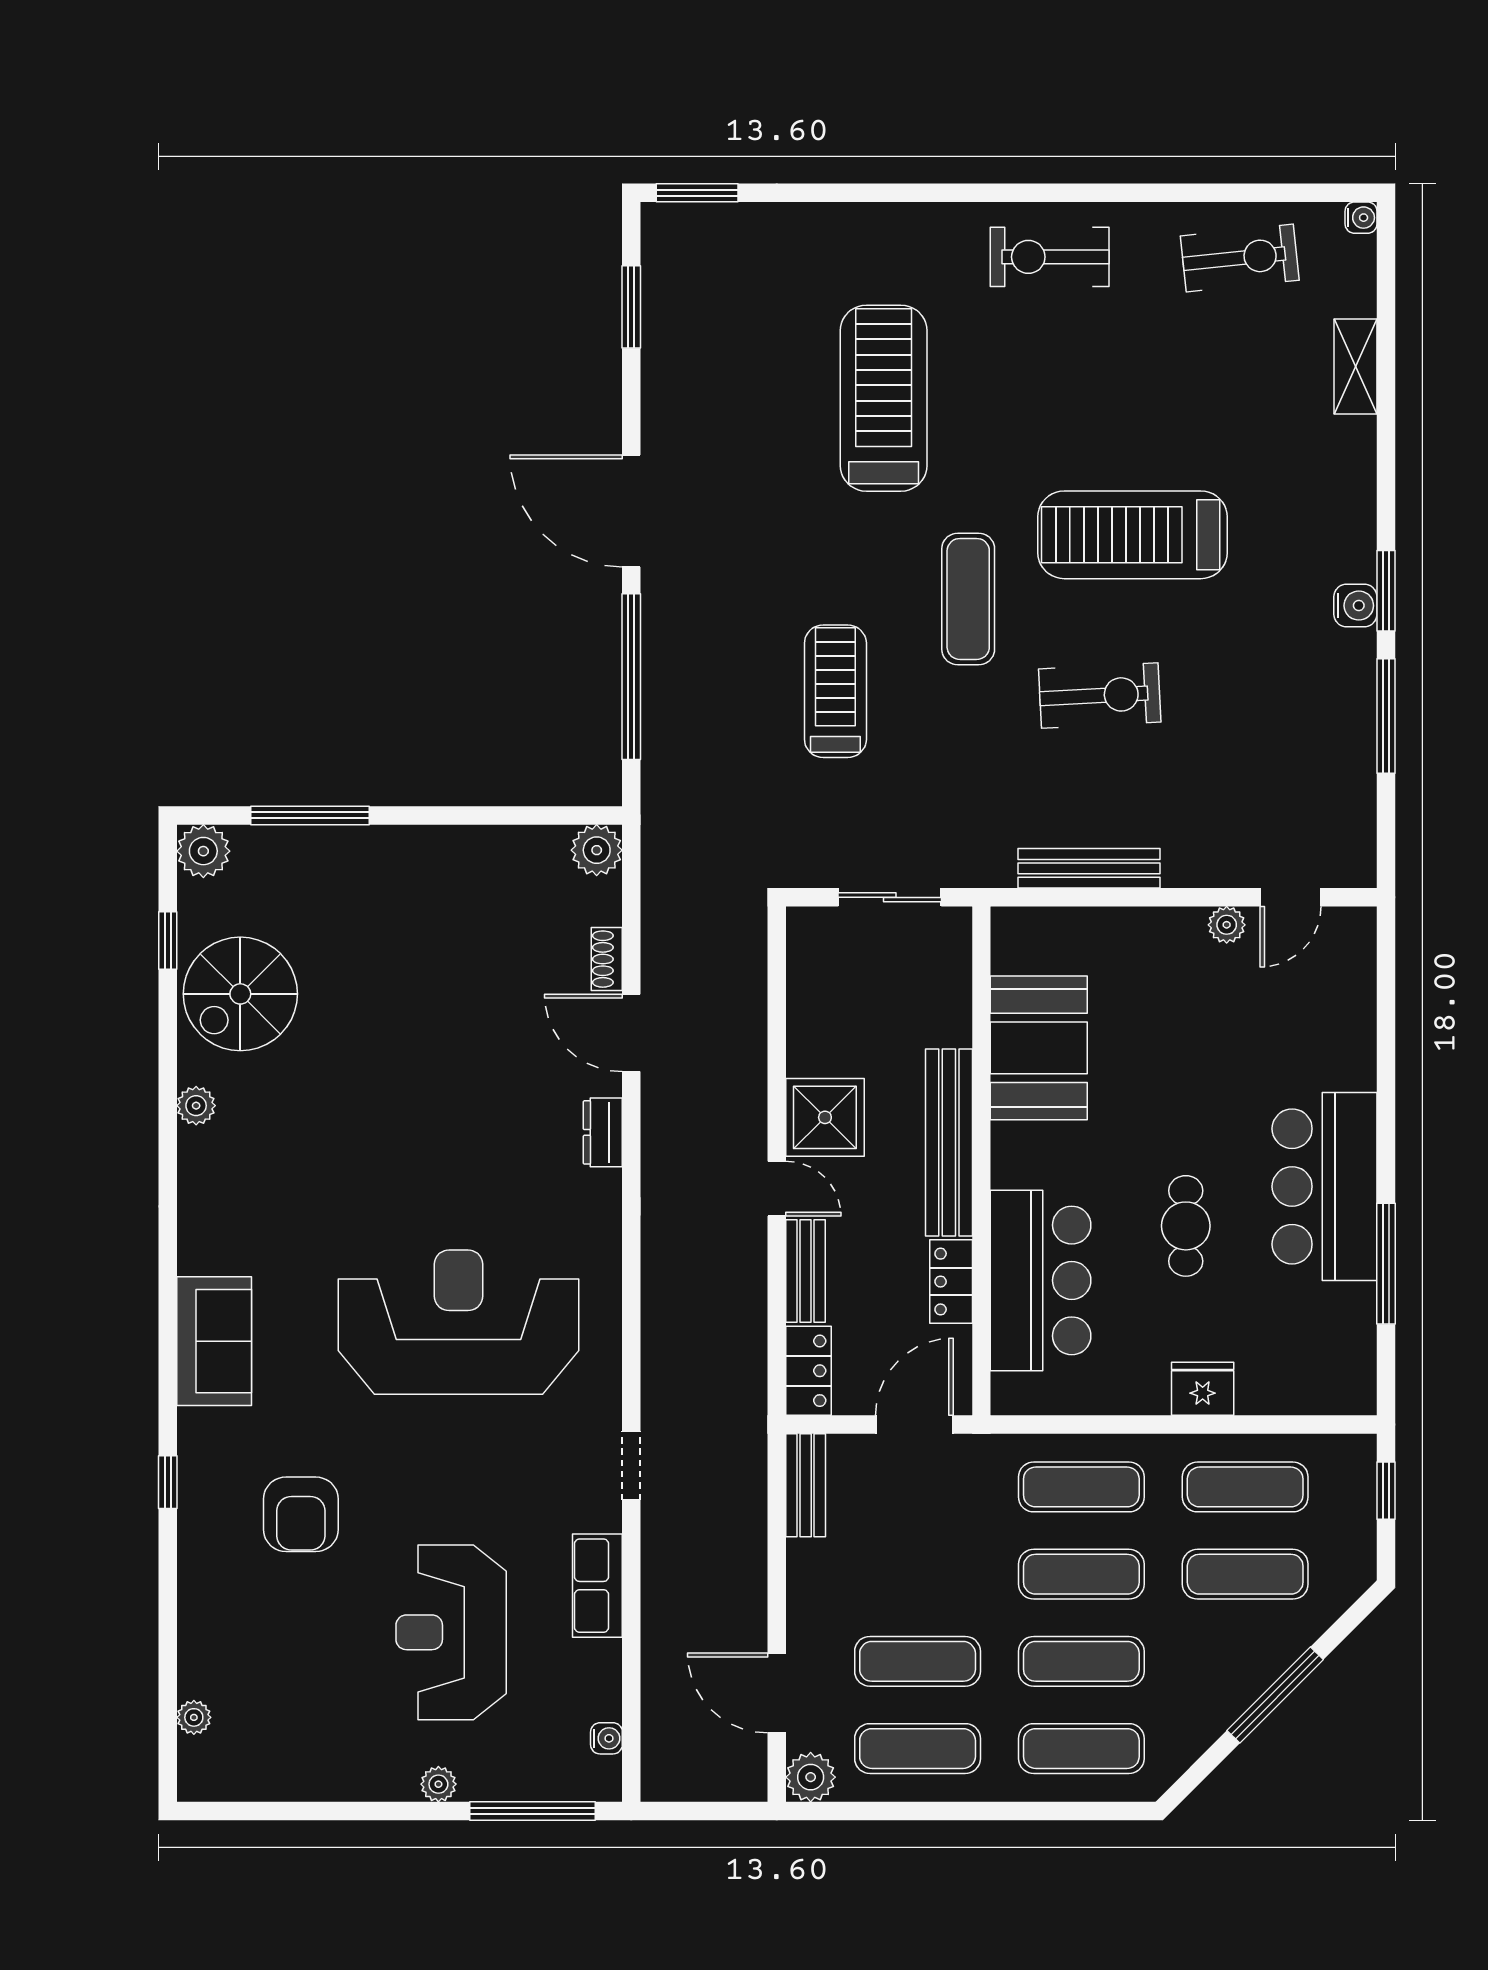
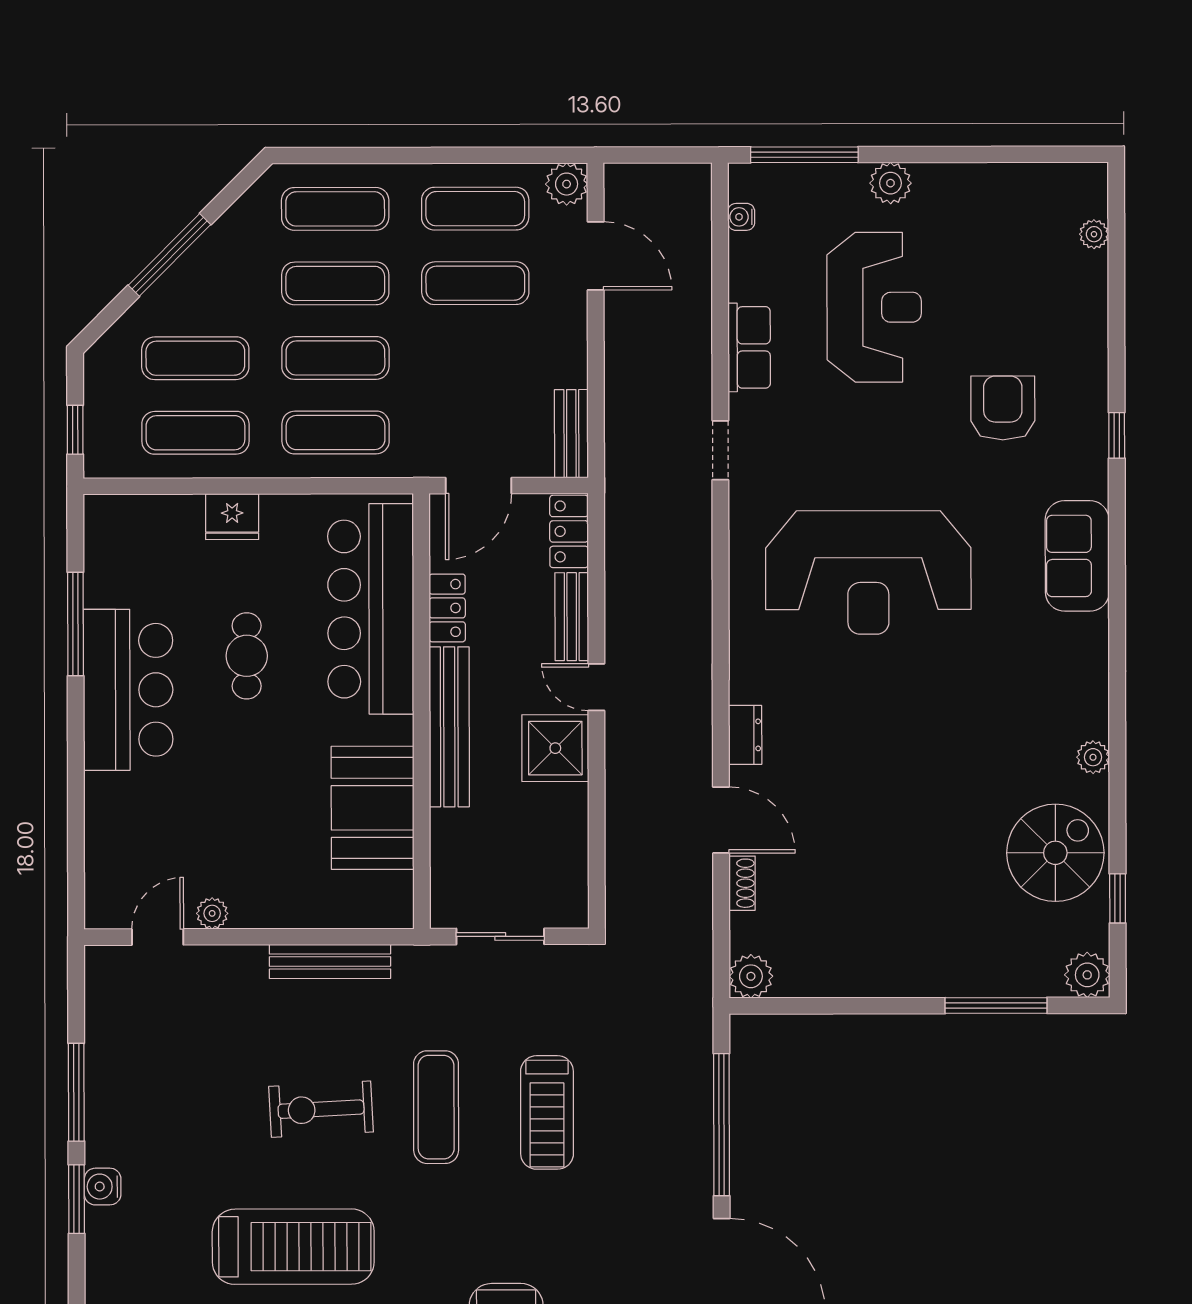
exercise mat: (968, 599) -> (436, 1107), moved
bar counter: (1041, 1280) -> (371, 609), width x1.36
plant: (438, 1784) -> (890, 183), width x1.38, depth x1.38

